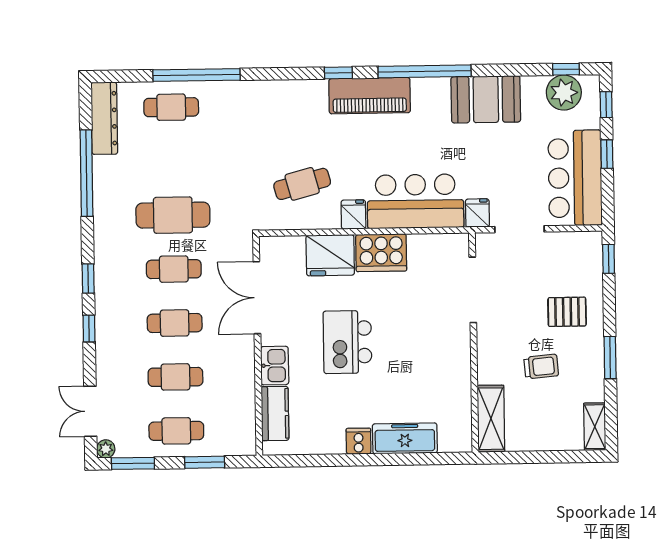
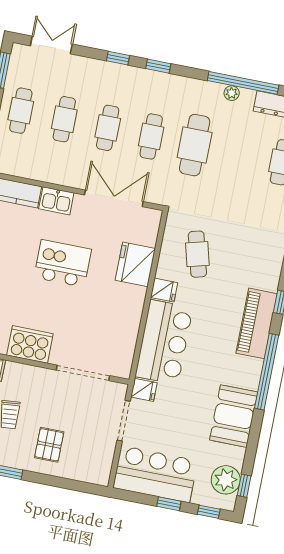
cooker: (381, 253) -> (30, 344), moved, turned 90
window: (609, 259) -> (85, 487), removed
plant: (106, 449) -> (232, 93), moved

